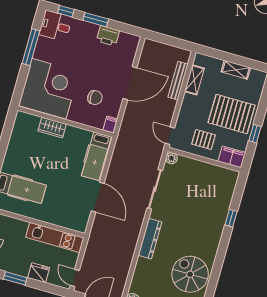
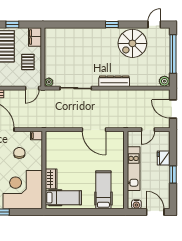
hospital bed: (96, 156) -> (63, 198), moved
door: (98, 197) -> (94, 130), swing flipped
window: (231, 218) -> (112, 24), moved
kitchen unit: (55, 237) -> (134, 169), moved
door: (75, 278) -> (148, 130), moved

